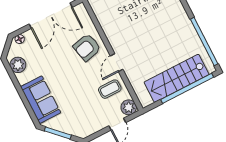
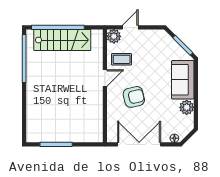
armchair: (87, 47) -> (134, 97), moved
plant: (18, 65) -> (187, 107), moved

